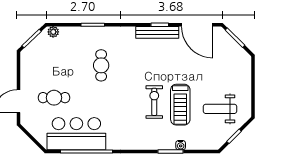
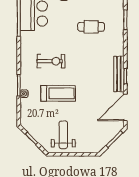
exercise bike: (154, 102) -> (51, 61), moved
treadmill: (180, 105) -> (58, 93), turned 180
weight bench: (220, 109) -> (63, 135), moved

